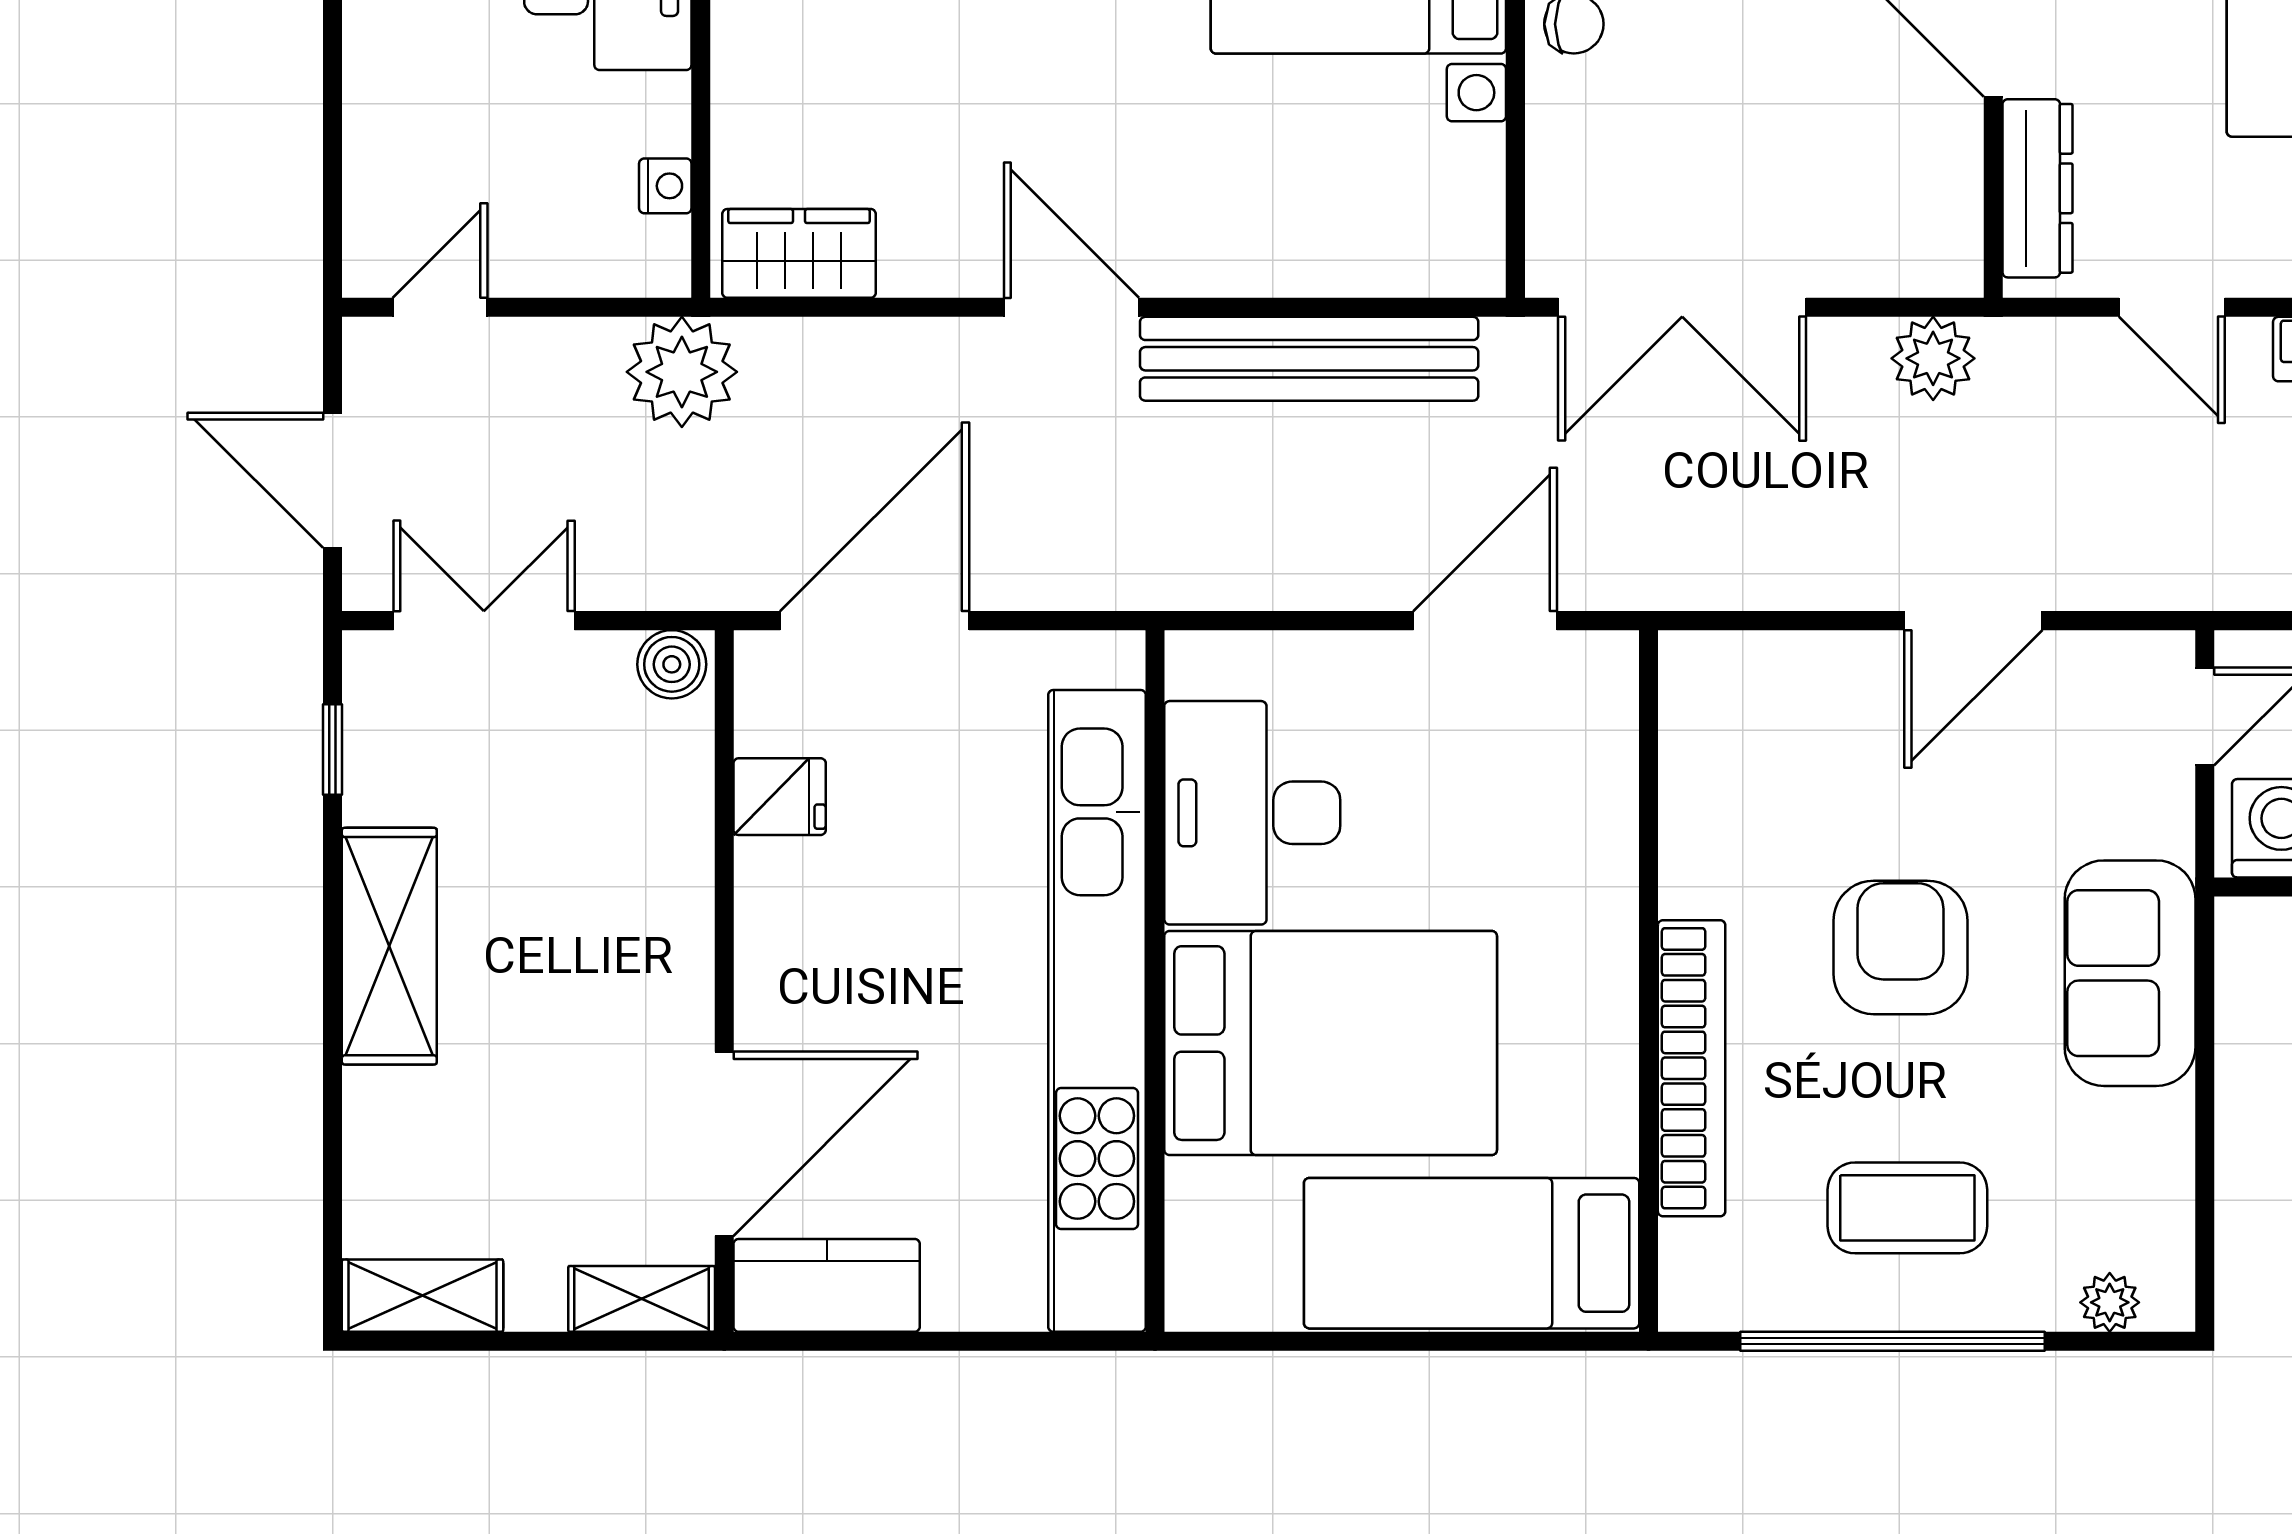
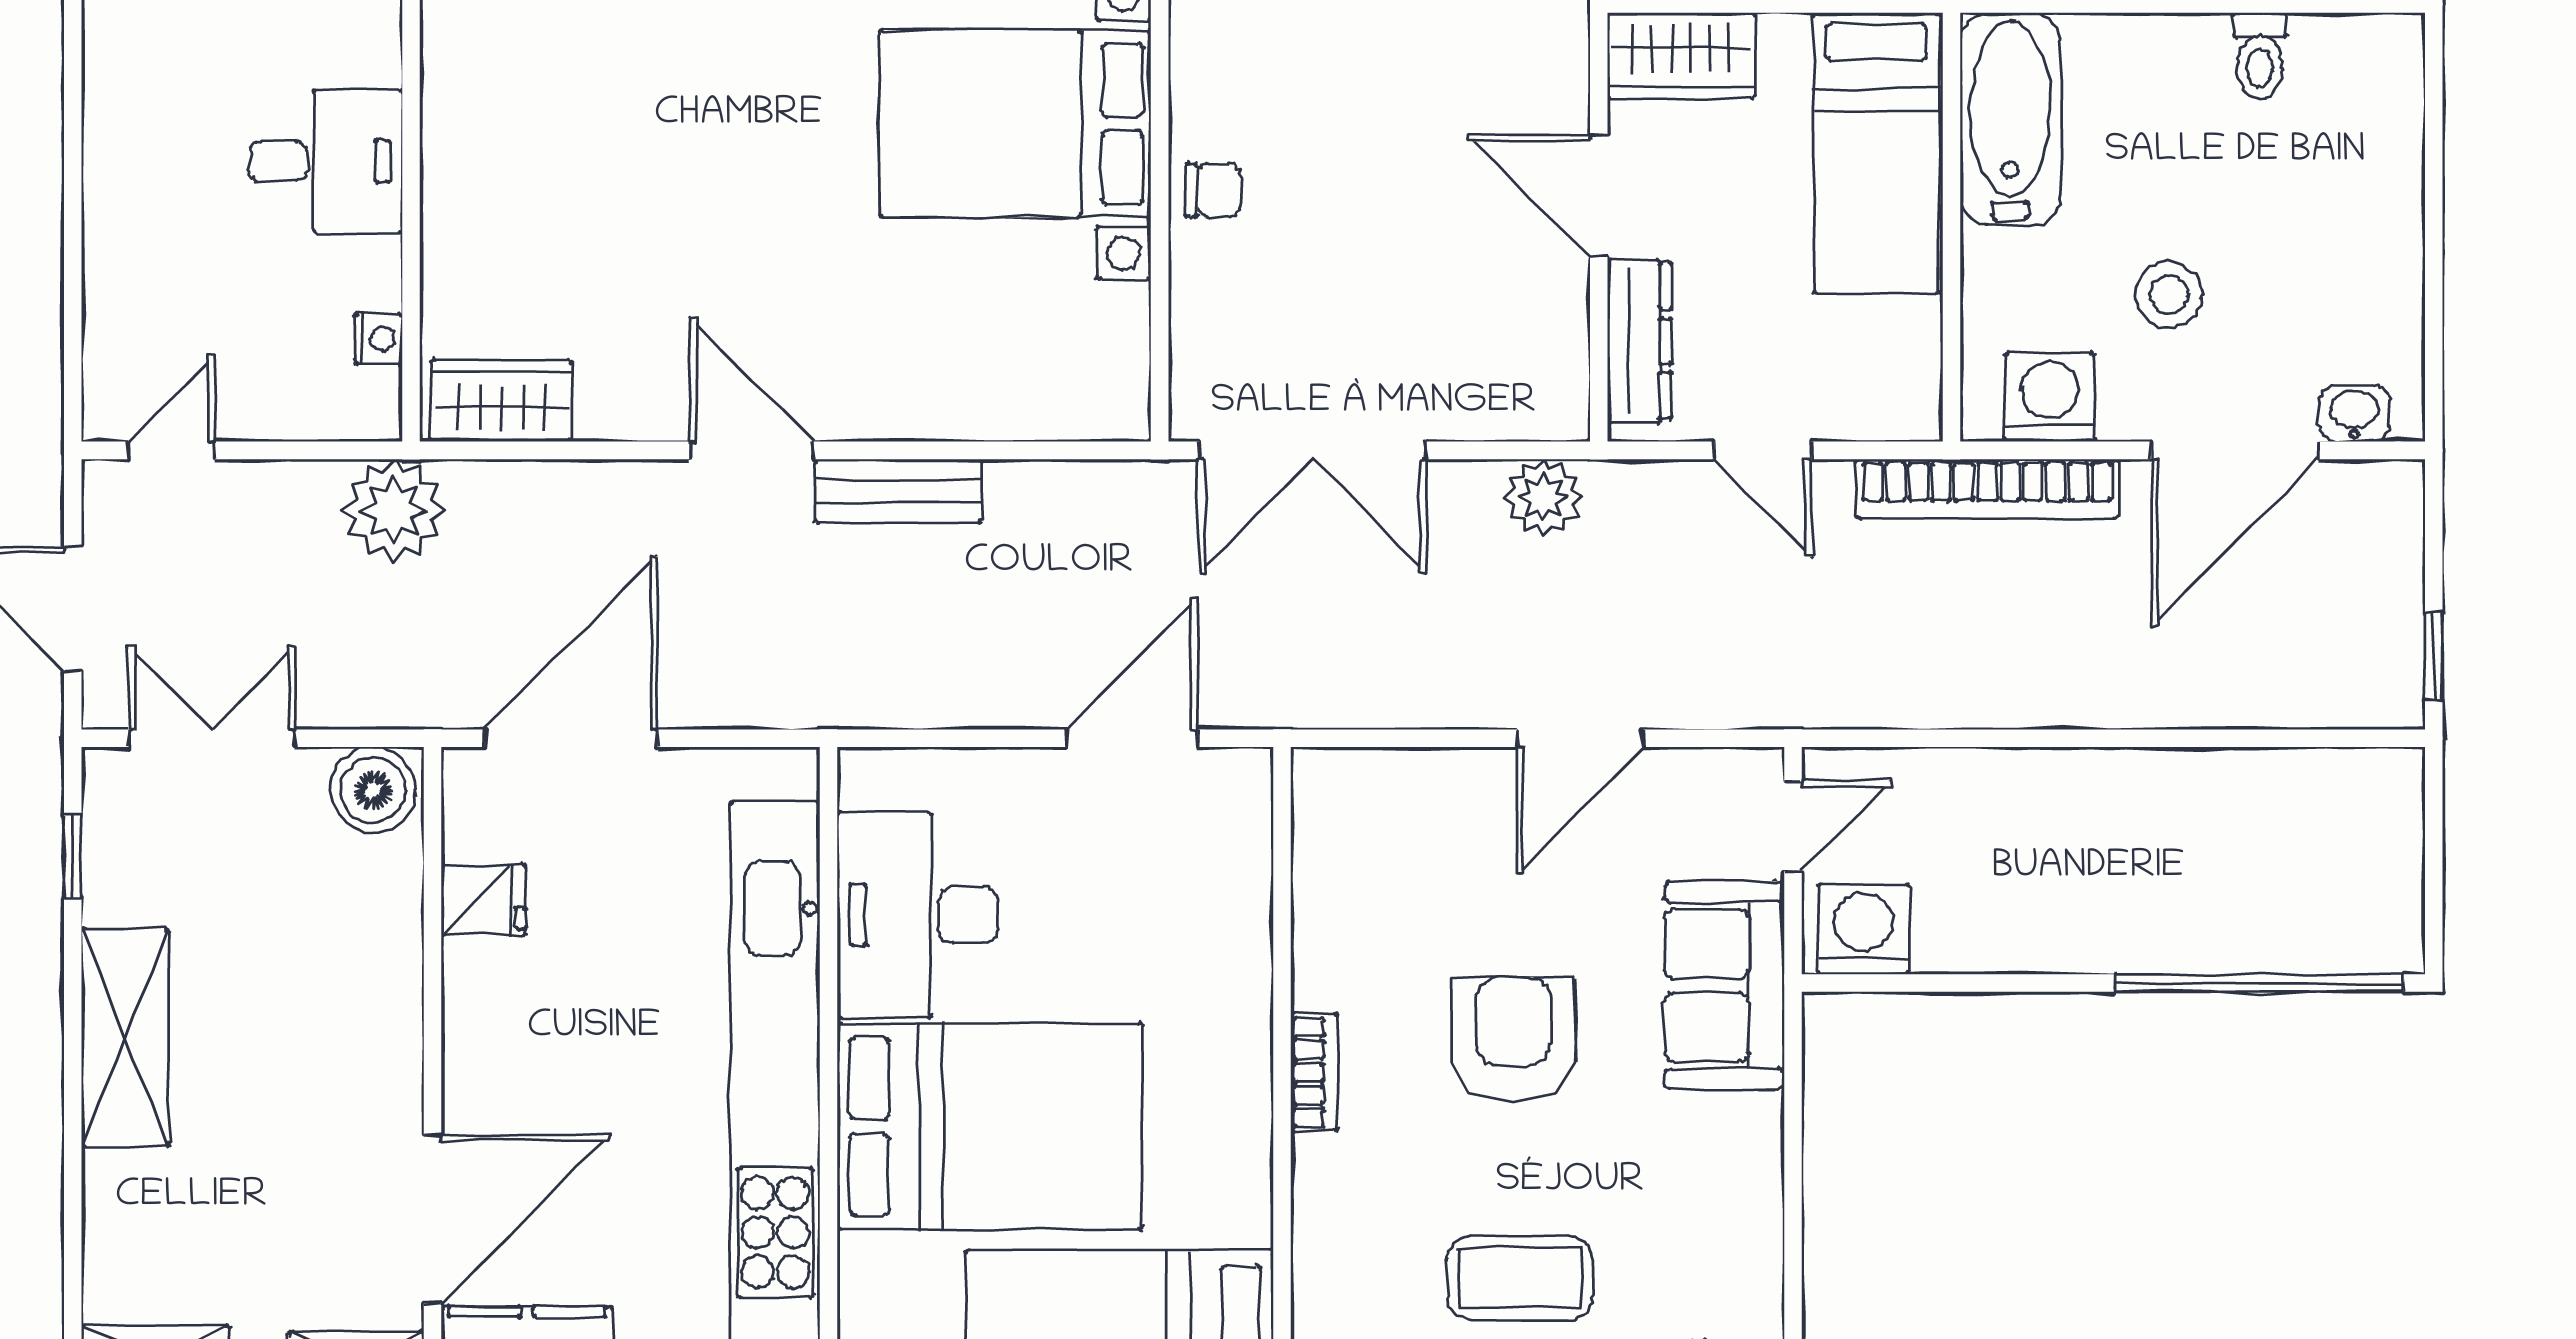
bench: (1309, 359) -> (898, 491), width x0.54, depth x0.82
boiler: (672, 664) -> (373, 790), width x1.36, depth x1.36
sofa: (2130, 973) -> (1724, 985), moved
bookcase: (1692, 1068) -> (1314, 1072), width x0.43, depth x0.76

